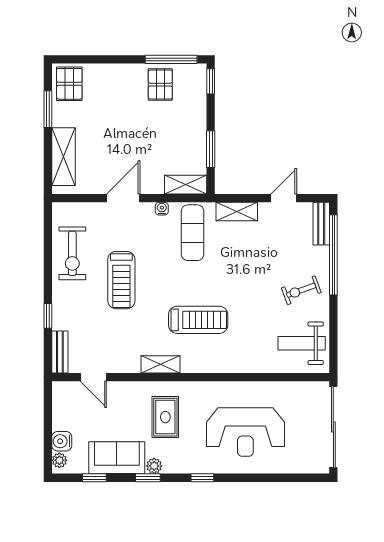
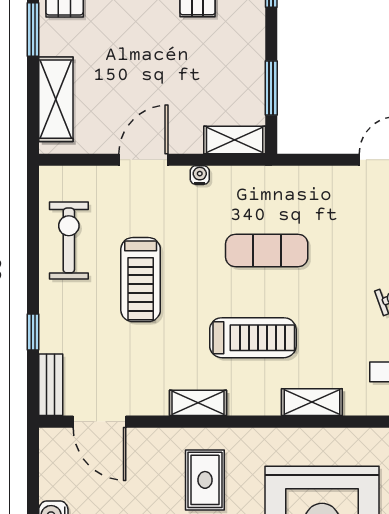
shelving: (237, 212) -> (312, 402), moved
exercise mat: (193, 233) -> (267, 251), moved, turned 90
exercise bike: (72, 253) -> (69, 240), turned 180
door: (93, 377) -> (99, 422), width x1.38

